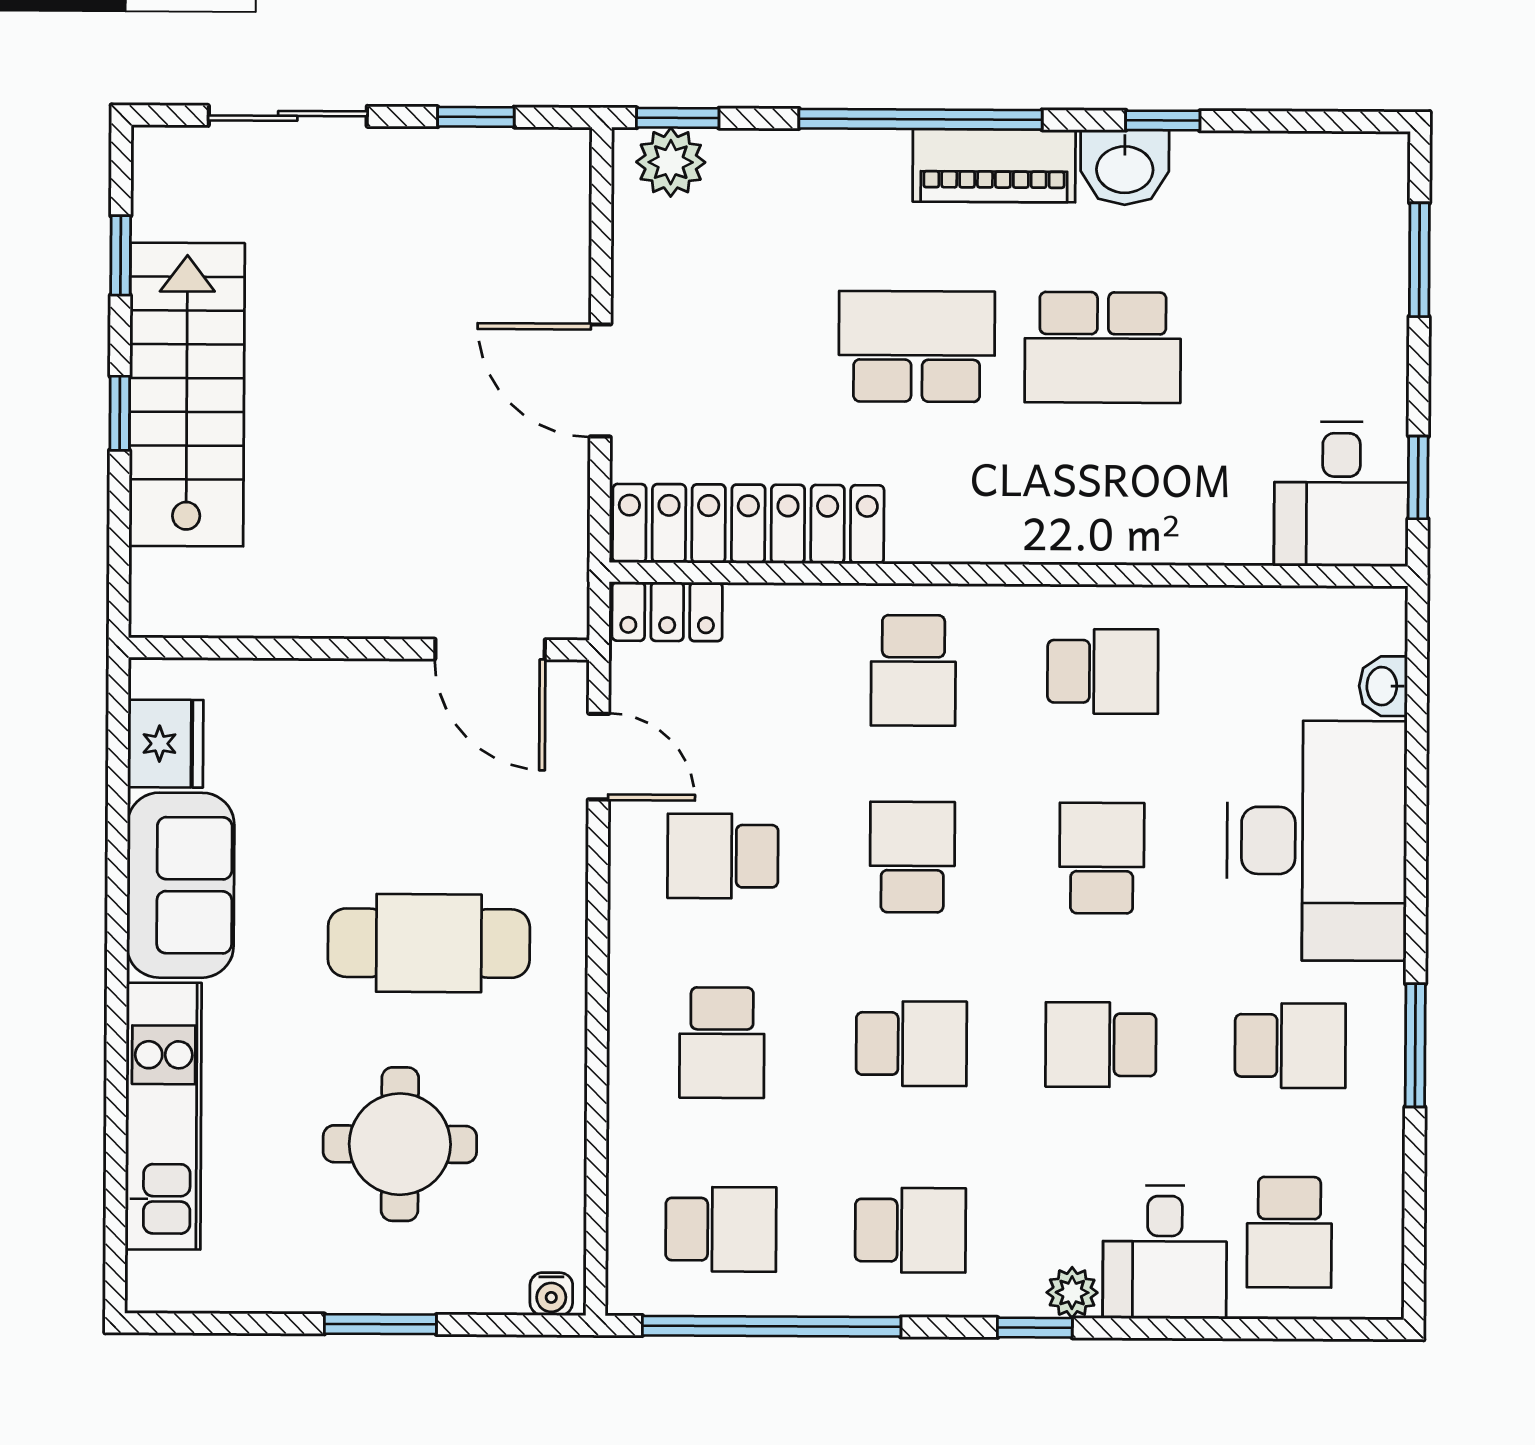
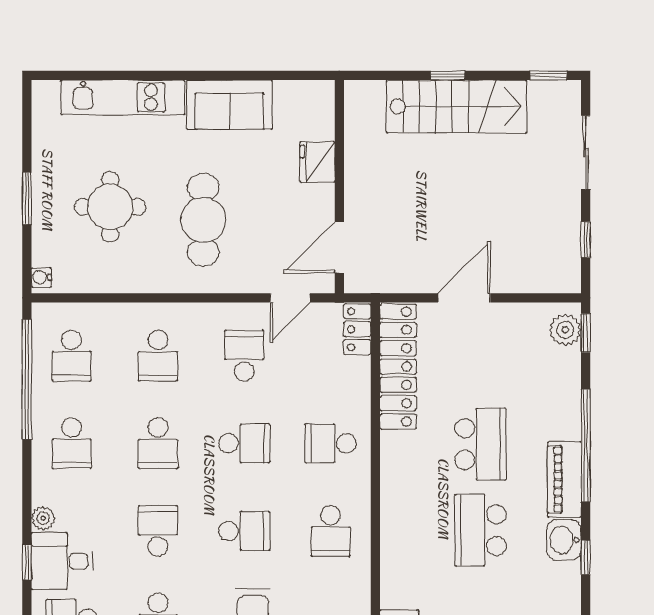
window: (121, 255) -> (549, 75), moved
fridge: (165, 744) -> (317, 162), moved, turned 90
school desk: (722, 1043) -> (158, 356), turned -90
window: (1035, 1328) -> (27, 562), moved

